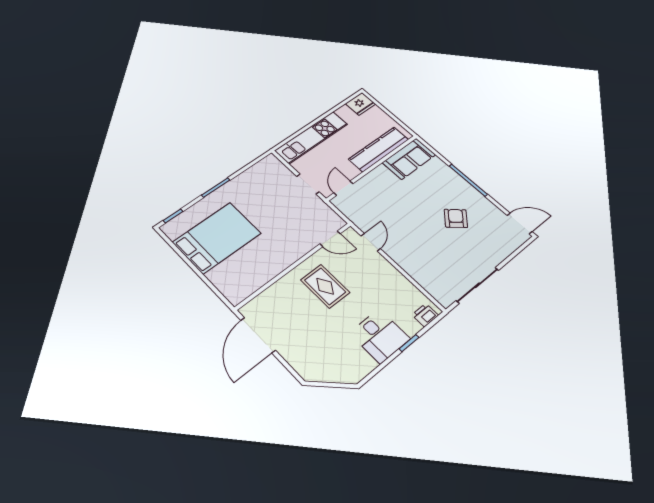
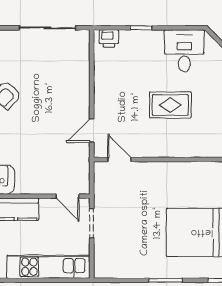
door: (343, 188) -> (68, 196), hinge flipped
rug: (325, 286) -> (170, 105), moved, turned 90
desk: (380, 336) -> (184, 51), moved

